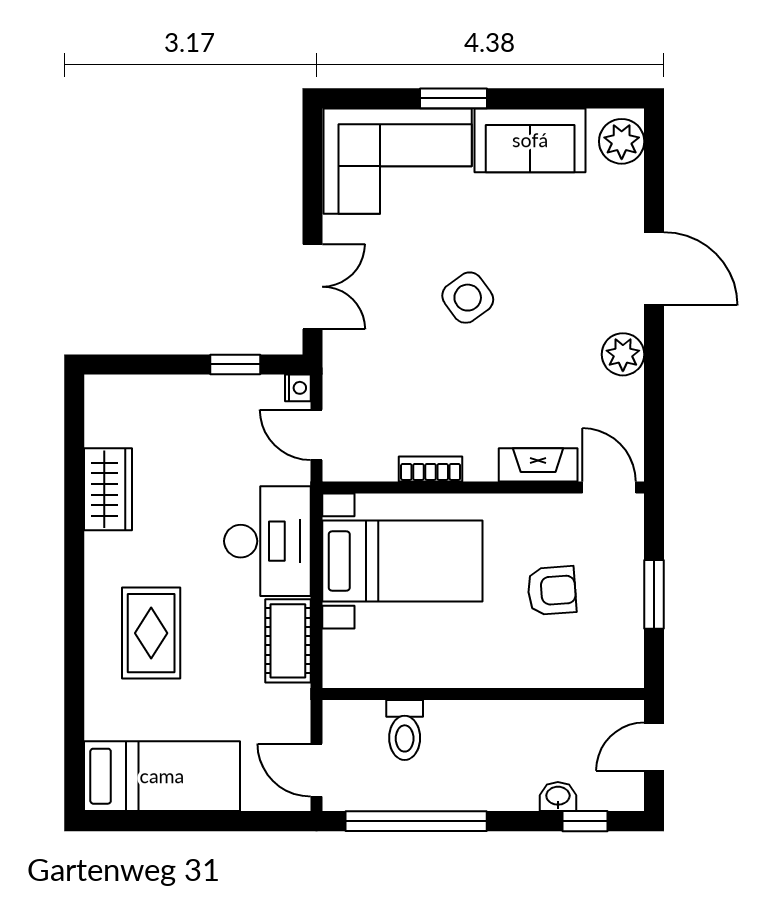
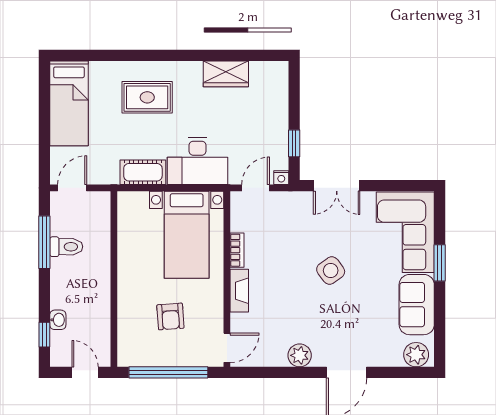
fireplace: (538, 465) -> (239, 291), moved
window: (654, 594) -> (168, 372), width x2.11
toilet: (405, 730) -> (66, 247), moved, turned 180
window: (416, 821) -> (44, 242), width x0.68

